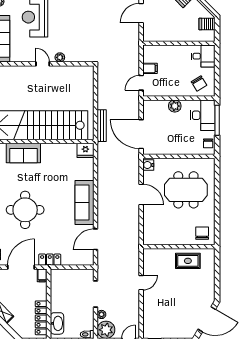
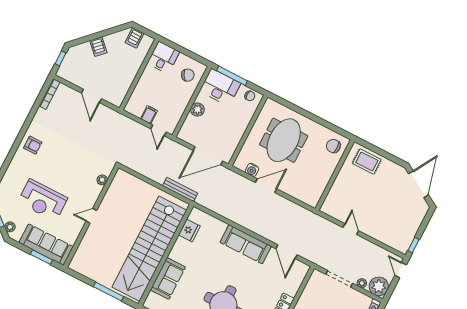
plant: (60, 57) -> (102, 180), moved
fridge: (85, 150) -> (189, 230), moved
water cooler: (148, 165) -> (252, 170), moved
rug: (188, 261) -> (367, 162), moved, turned 90

